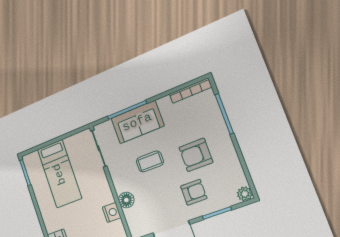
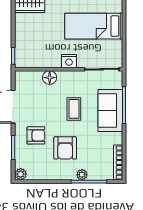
plant: (219, 125) -> (82, 175), added
armchair: (196, 155) -> (65, 148), turned 180
armchair: (194, 192) -> (36, 135), turned -90
nightstand: (112, 212) -> (69, 61), moved

